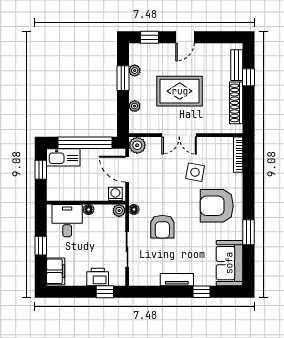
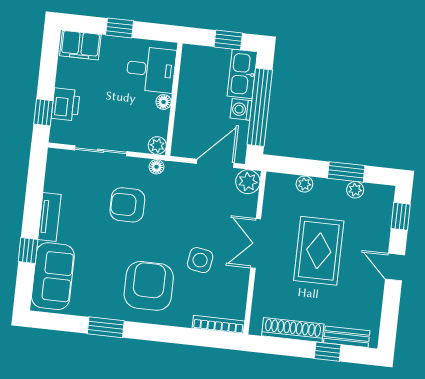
washing machine: (115, 194) -> (241, 109), moved, turned 180
sofa: (229, 263) -> (53, 276), moved, turned 90

